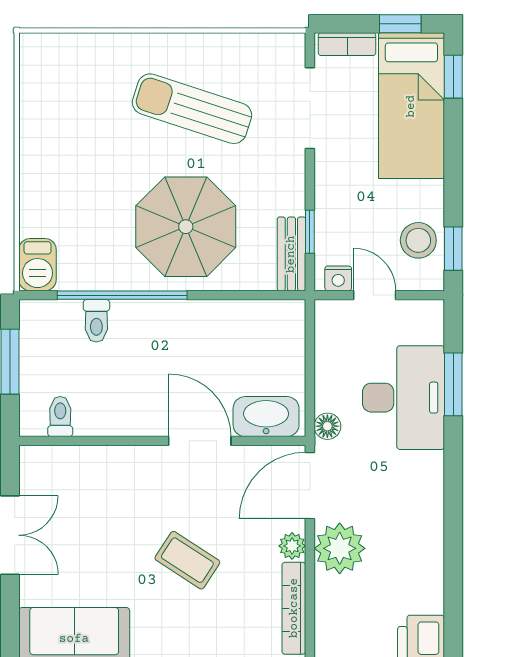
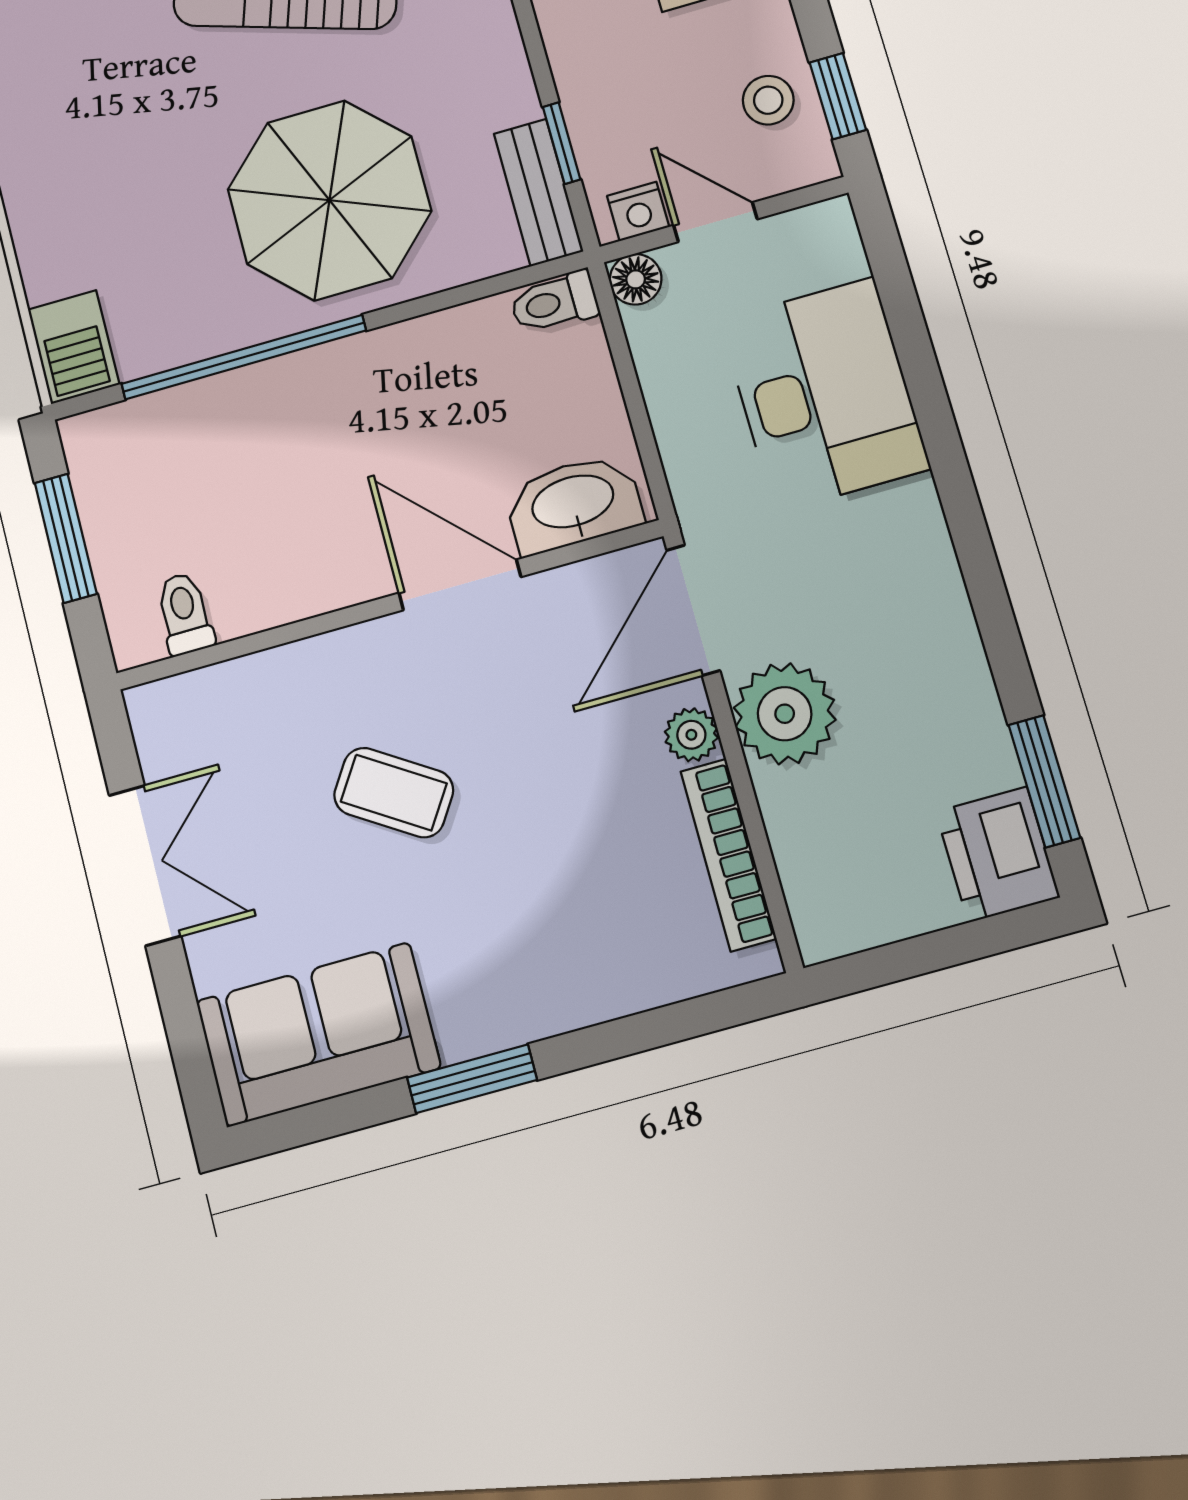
stool: (418, 240) -> (768, 100), width x0.73, depth x0.73
toilet: (96, 321) -> (554, 302), moved, turned 90
window: (453, 384) -> (1044, 781), moved
floor lamp: (327, 426) -> (636, 279), moved
coffee table: (187, 560) -> (394, 793), moved

